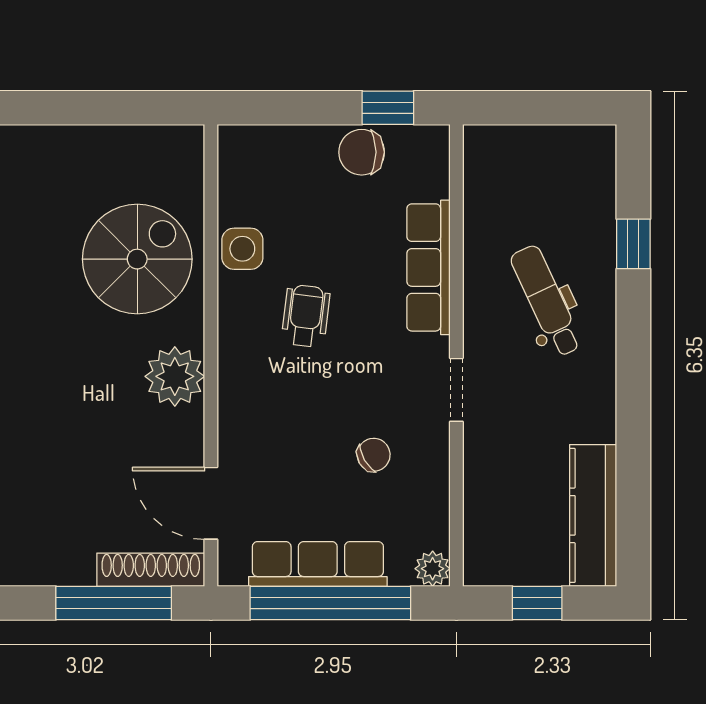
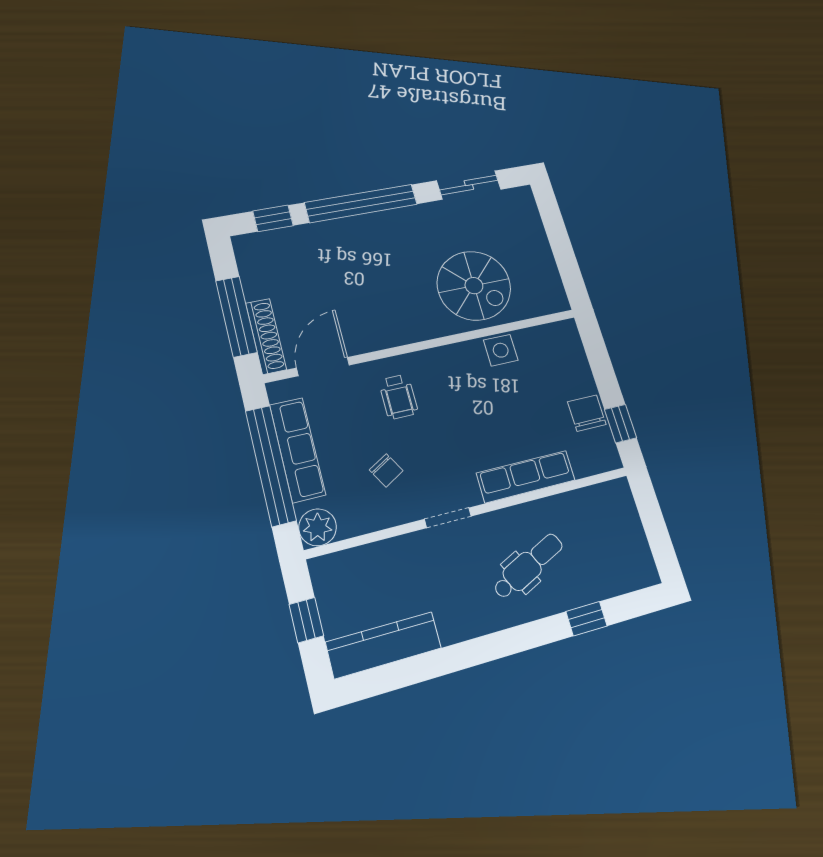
wheelchair: (306, 316) -> (398, 397), moved, turned 83
plant: (175, 376) -> (404, 325), removed
plant: (433, 569) -> (318, 527), width x1.38, depth x1.38

